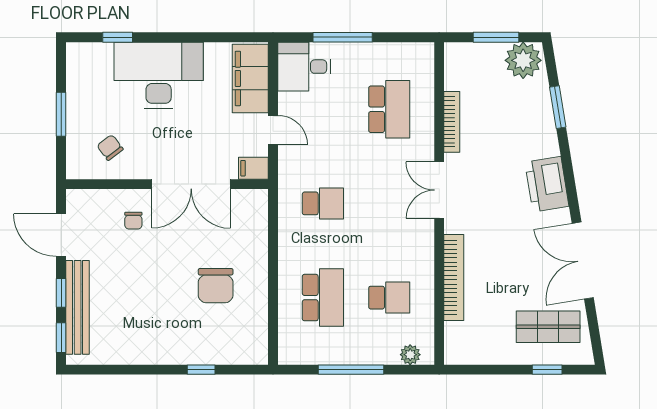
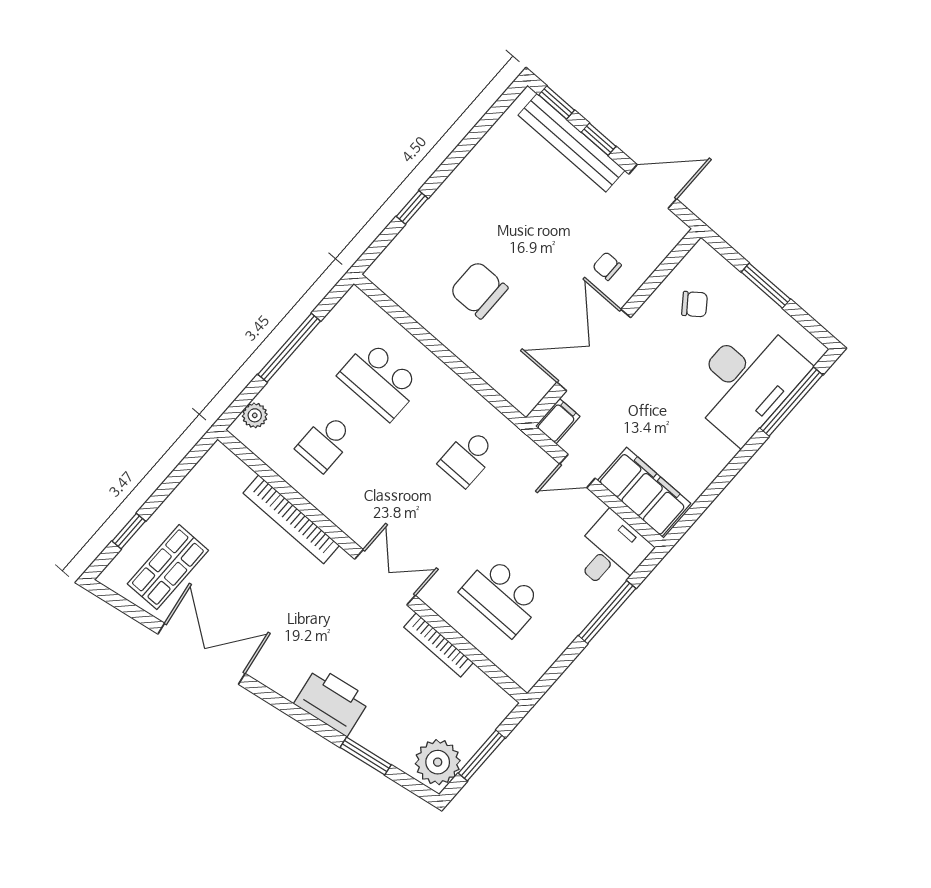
window: (118, 37) -> (791, 402), width x2.17
desk: (159, 75) -> (747, 381), moved
printer: (547, 184) -> (332, 701), moved

